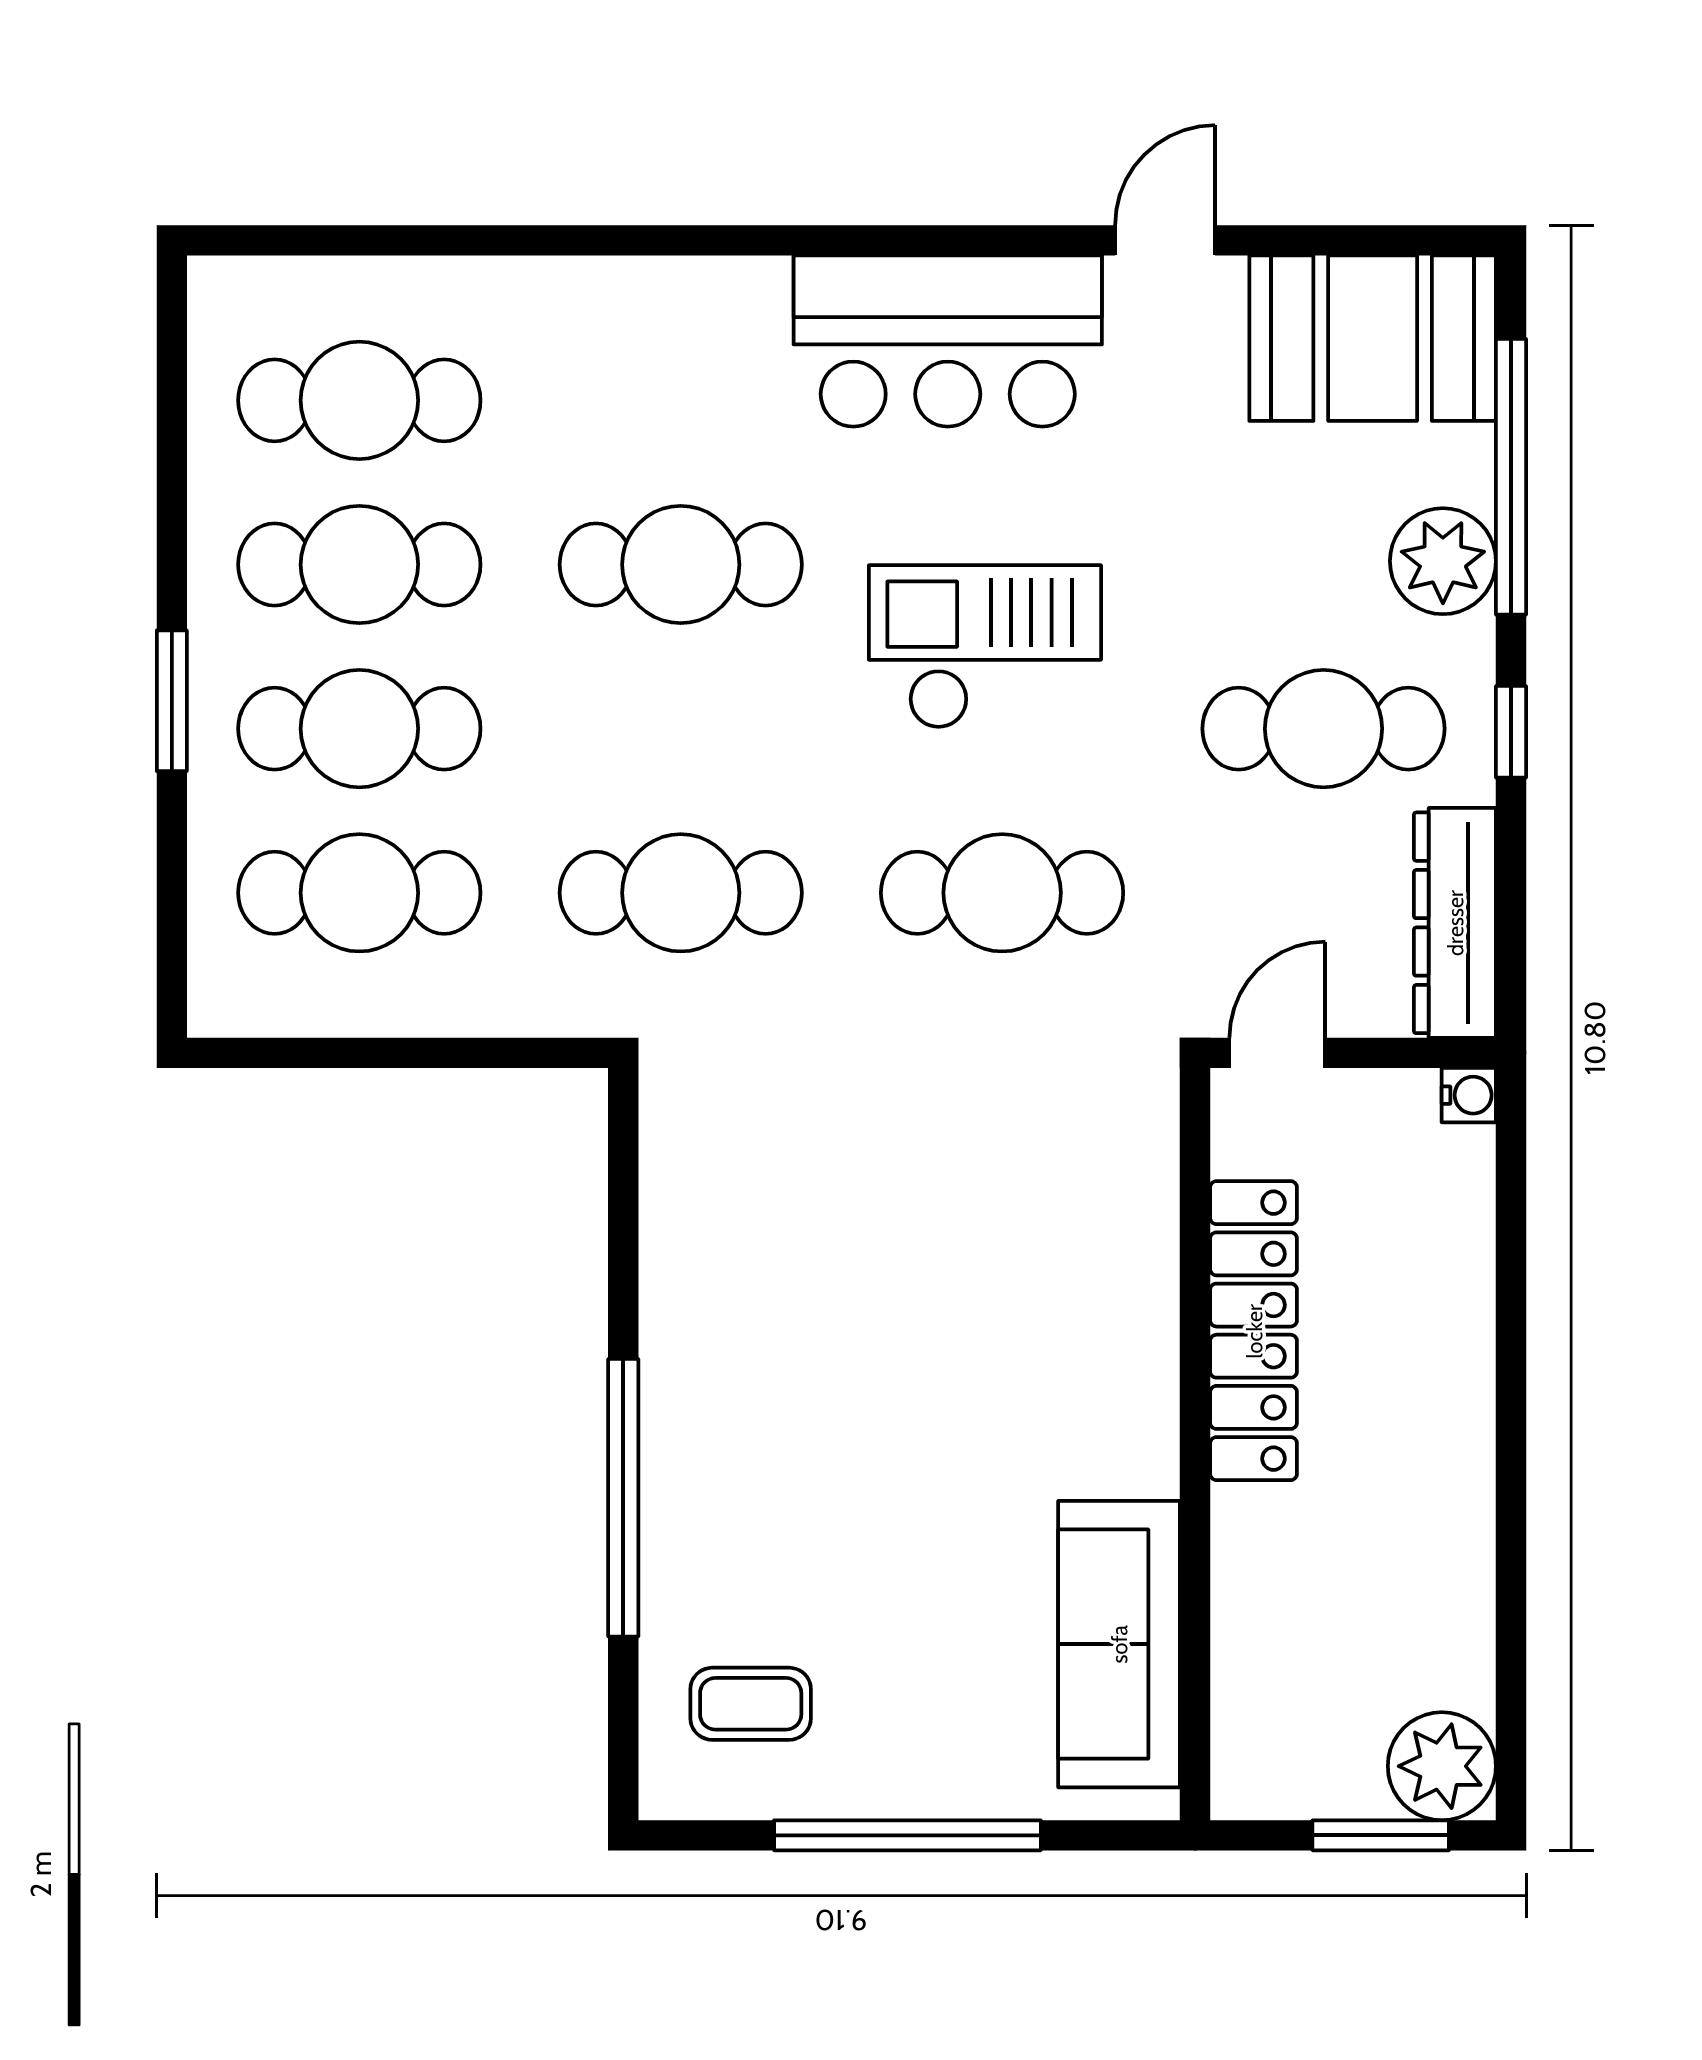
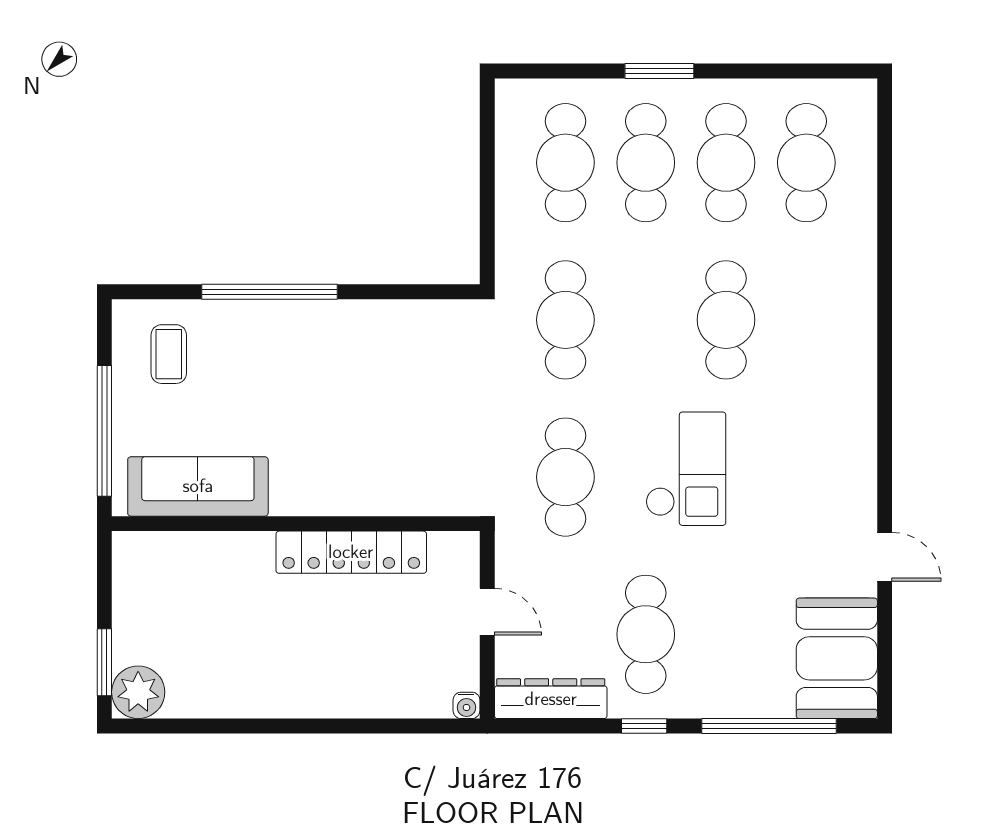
bar counter: (948, 341) -> (835, 450), removed
plant: (1443, 561) -> (728, 693), removed
locker: (1254, 1331) -> (351, 552), moved
wall: (1195, 1444) -> (296, 524), moved
sofa: (1119, 1644) -> (198, 486), moved

